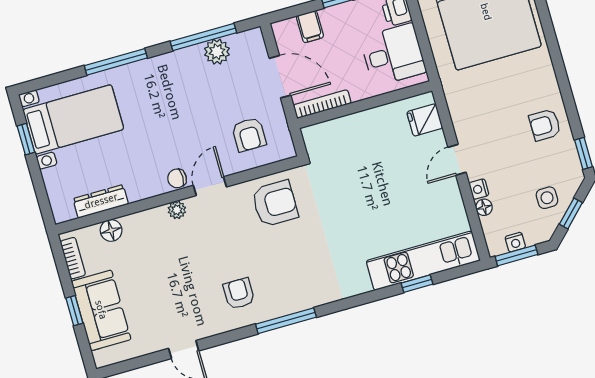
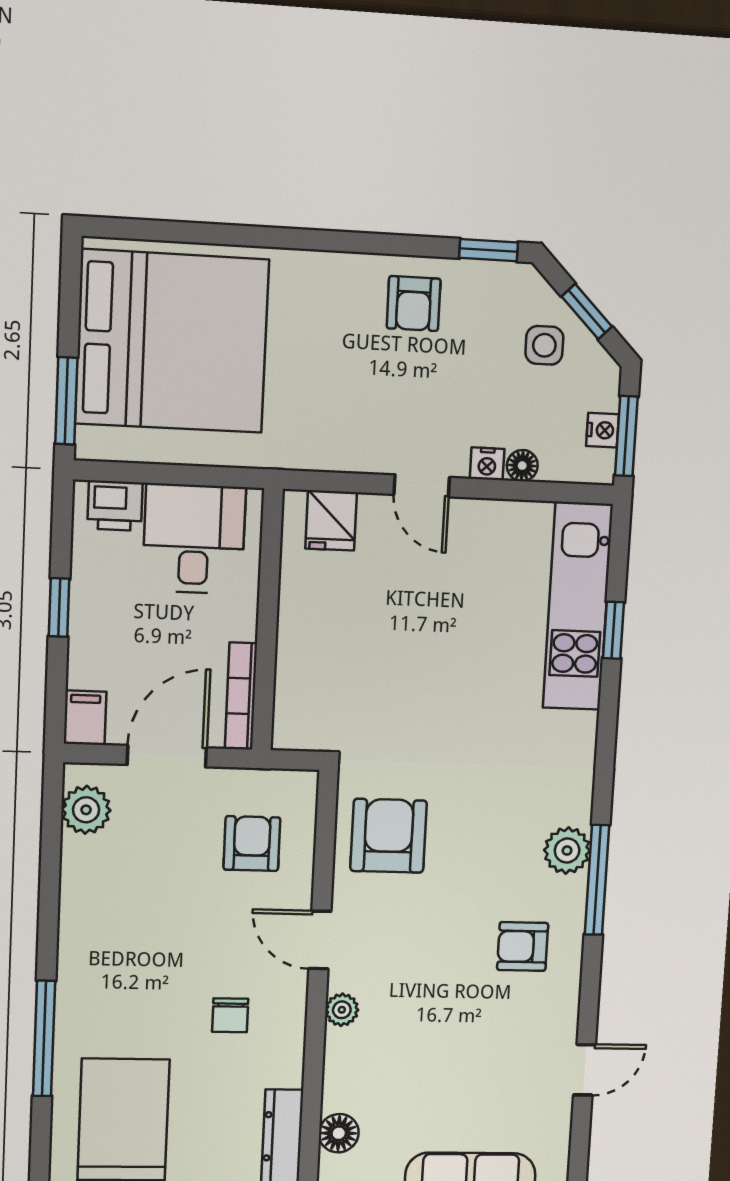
filing cabinet: (310, 27) -> (85, 718), moved, turned -90
window: (203, 37) -> (50, 871), removed
plant: (217, 52) -> (86, 810), moved
armchair: (249, 135) -> (252, 844), turned -90
chair: (177, 178) -> (230, 1015), moved
plant: (296, 299) -> (567, 851), added

